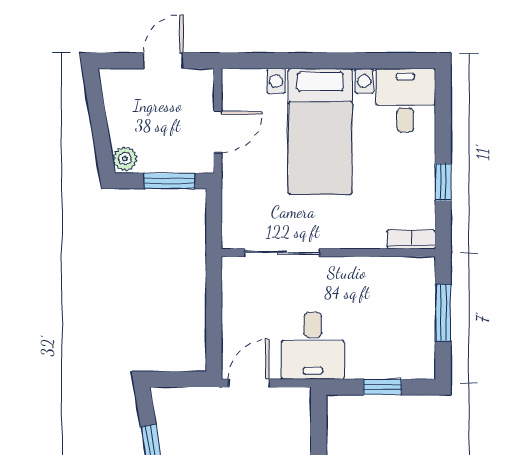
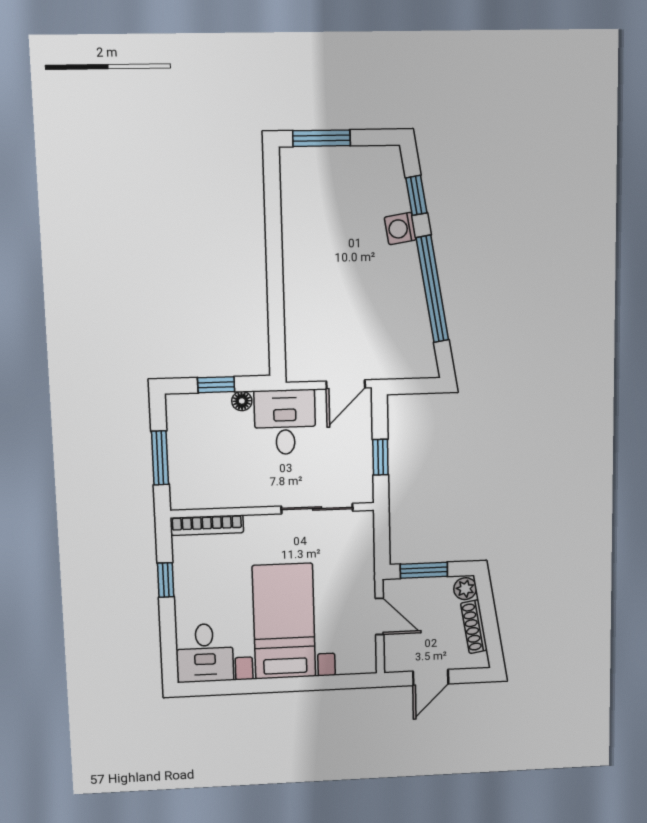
shoe rack: (116, 116) -> (474, 627), added
door: (218, 132) -> (380, 616), swing flipped
bookcase: (411, 239) -> (207, 525), width x1.56
window: (214, 305) -> (380, 457), added
floor lamp: (357, 369) -> (242, 401), added

